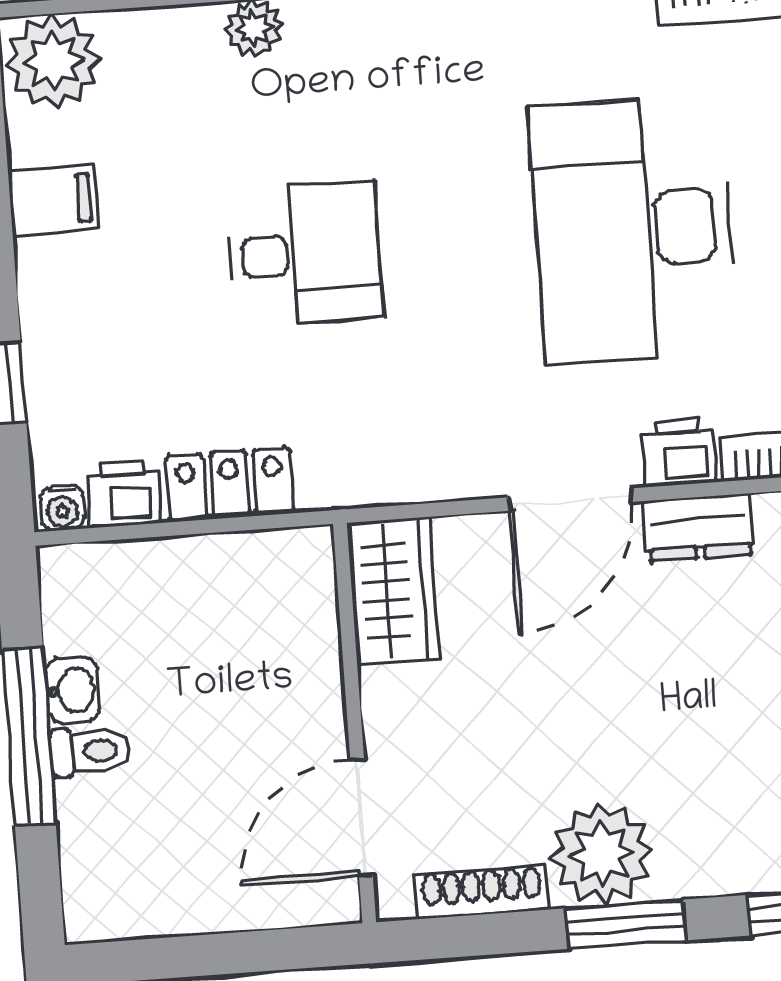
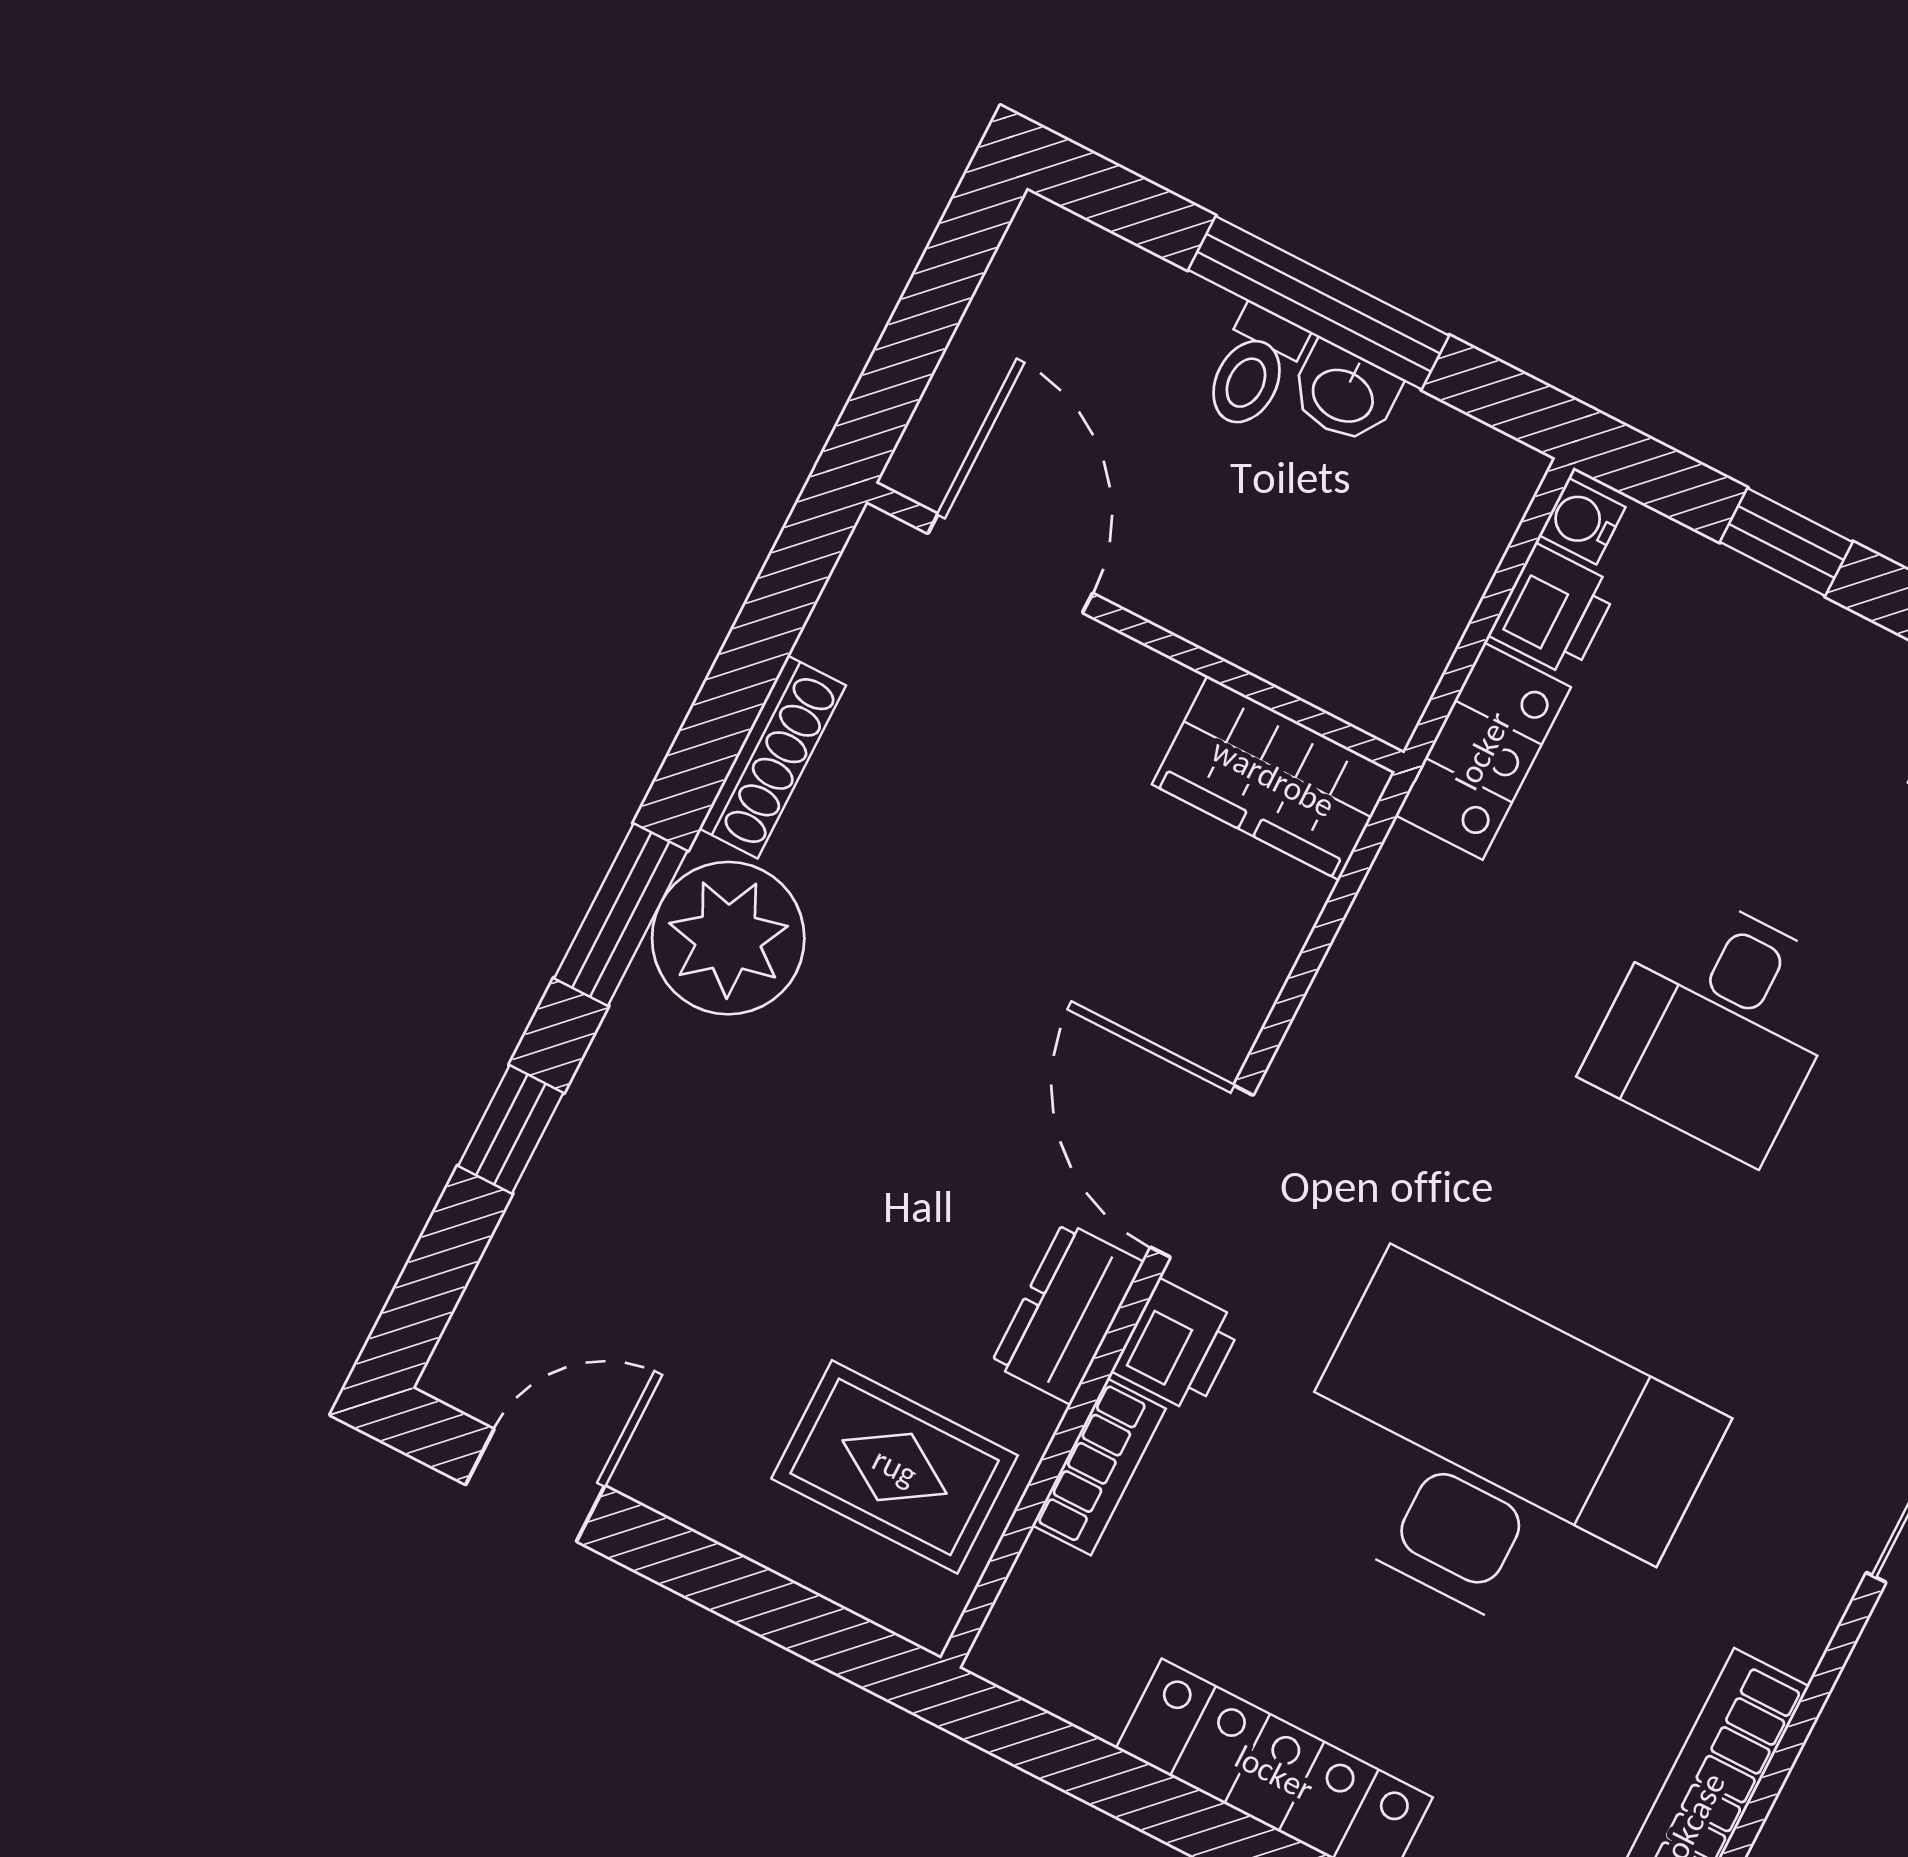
wardrobe: (393, 591) -> (1273, 778), moved
wall: (355, 723) -> (1135, 627), moved
door: (361, 817) -> (1010, 563), moved

